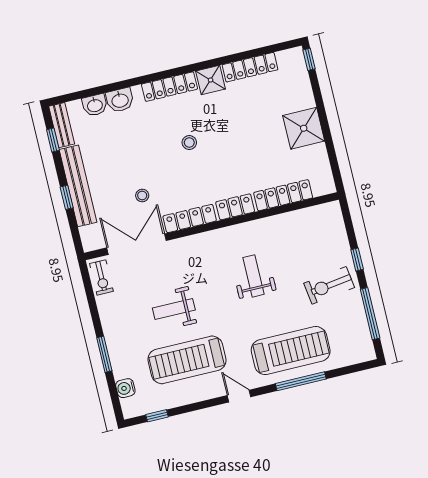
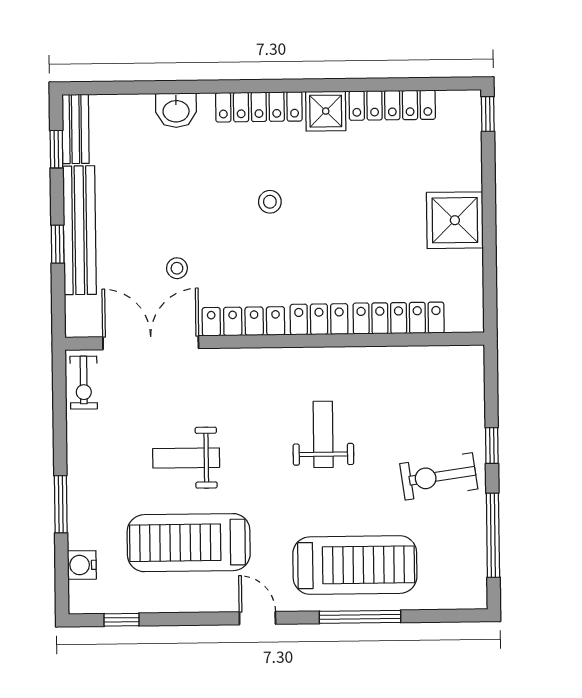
washbasin: (95, 105) -> (135, 109), removed

